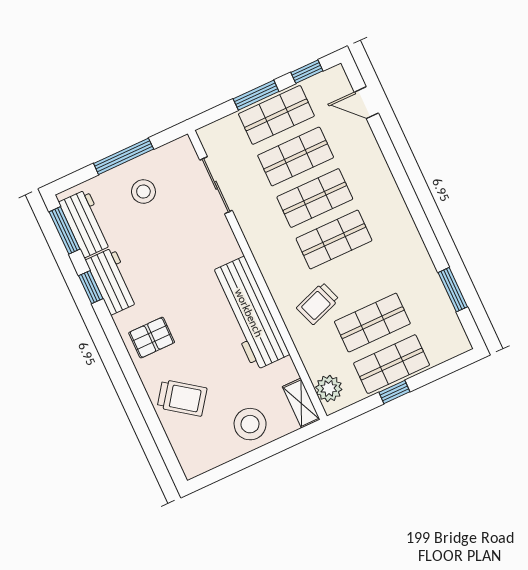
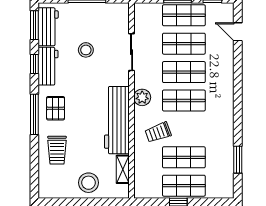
sliding door: (216, 185) -> (132, 52), moved
stool: (143, 192) -> (86, 50), moved
pallet: (152, 338) -> (56, 108), turned 90
window: (125, 361) -> (34, 114), added
plant: (329, 388) -> (142, 97), moved
trolley: (182, 398) -> (57, 150), turned 54
shelving: (301, 403) -> (123, 169), moved

